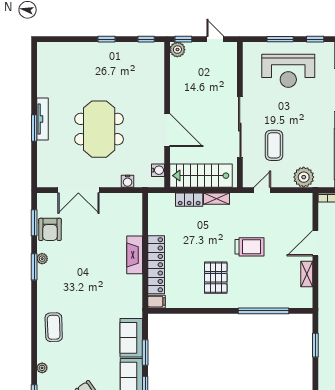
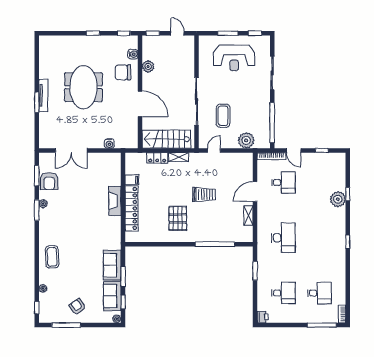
plant: (177, 50) -> (148, 66), moved
chair: (145, 90) -> (123, 72), added
meeting table: (99, 129) -> (83, 87), moved
water cooler: (158, 170) -> (133, 54), moved
filing cabinet: (157, 302) -> (132, 180), moved

